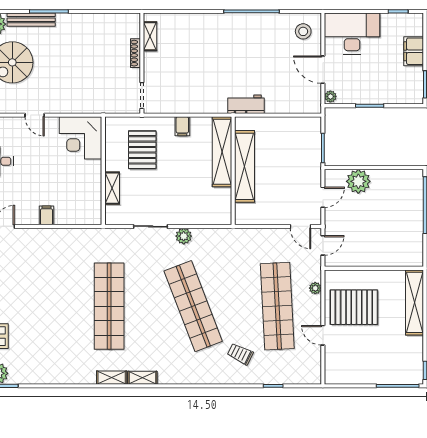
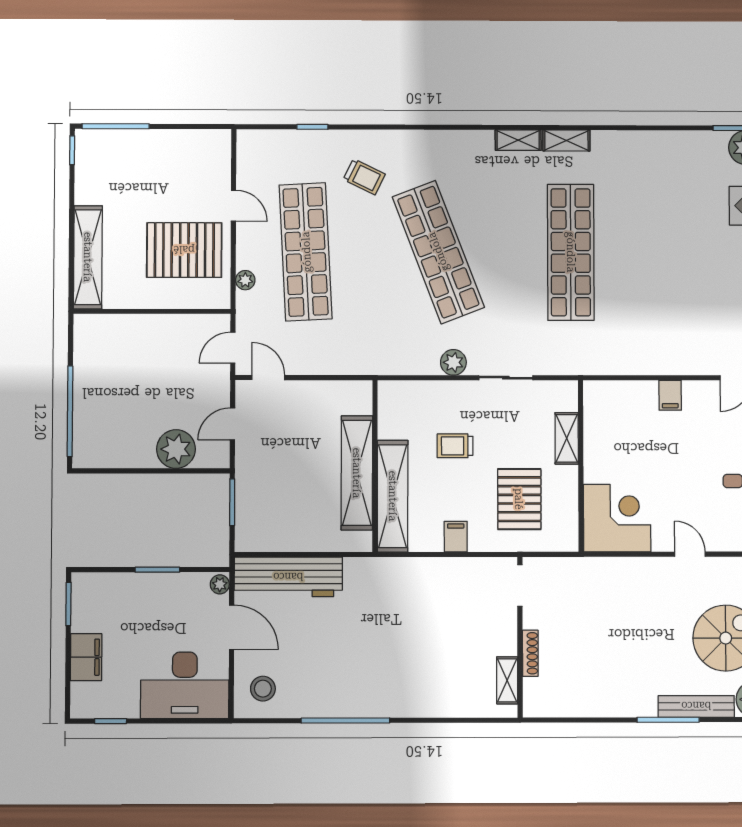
workbench: (246, 104) -> (288, 577), moved, width x1.88, depth x1.32
trolley: (183, 183) -> (455, 446), added

